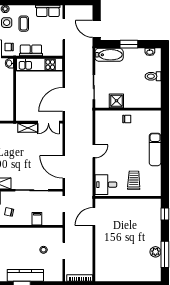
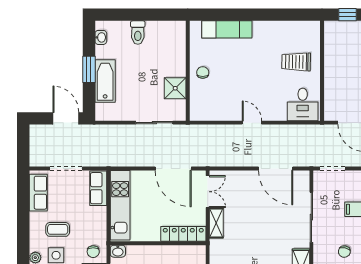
door: (97, 29) -> (66, 118), swing flipped
row of seats: (31, 50) -> (98, 188), moved
bathtub: (109, 55) -> (105, 81), moved
locker: (21, 106) -> (183, 234), added
exam couch: (155, 149) -> (227, 29), moved
door: (64, 167) -> (276, 168), hinge flipped

